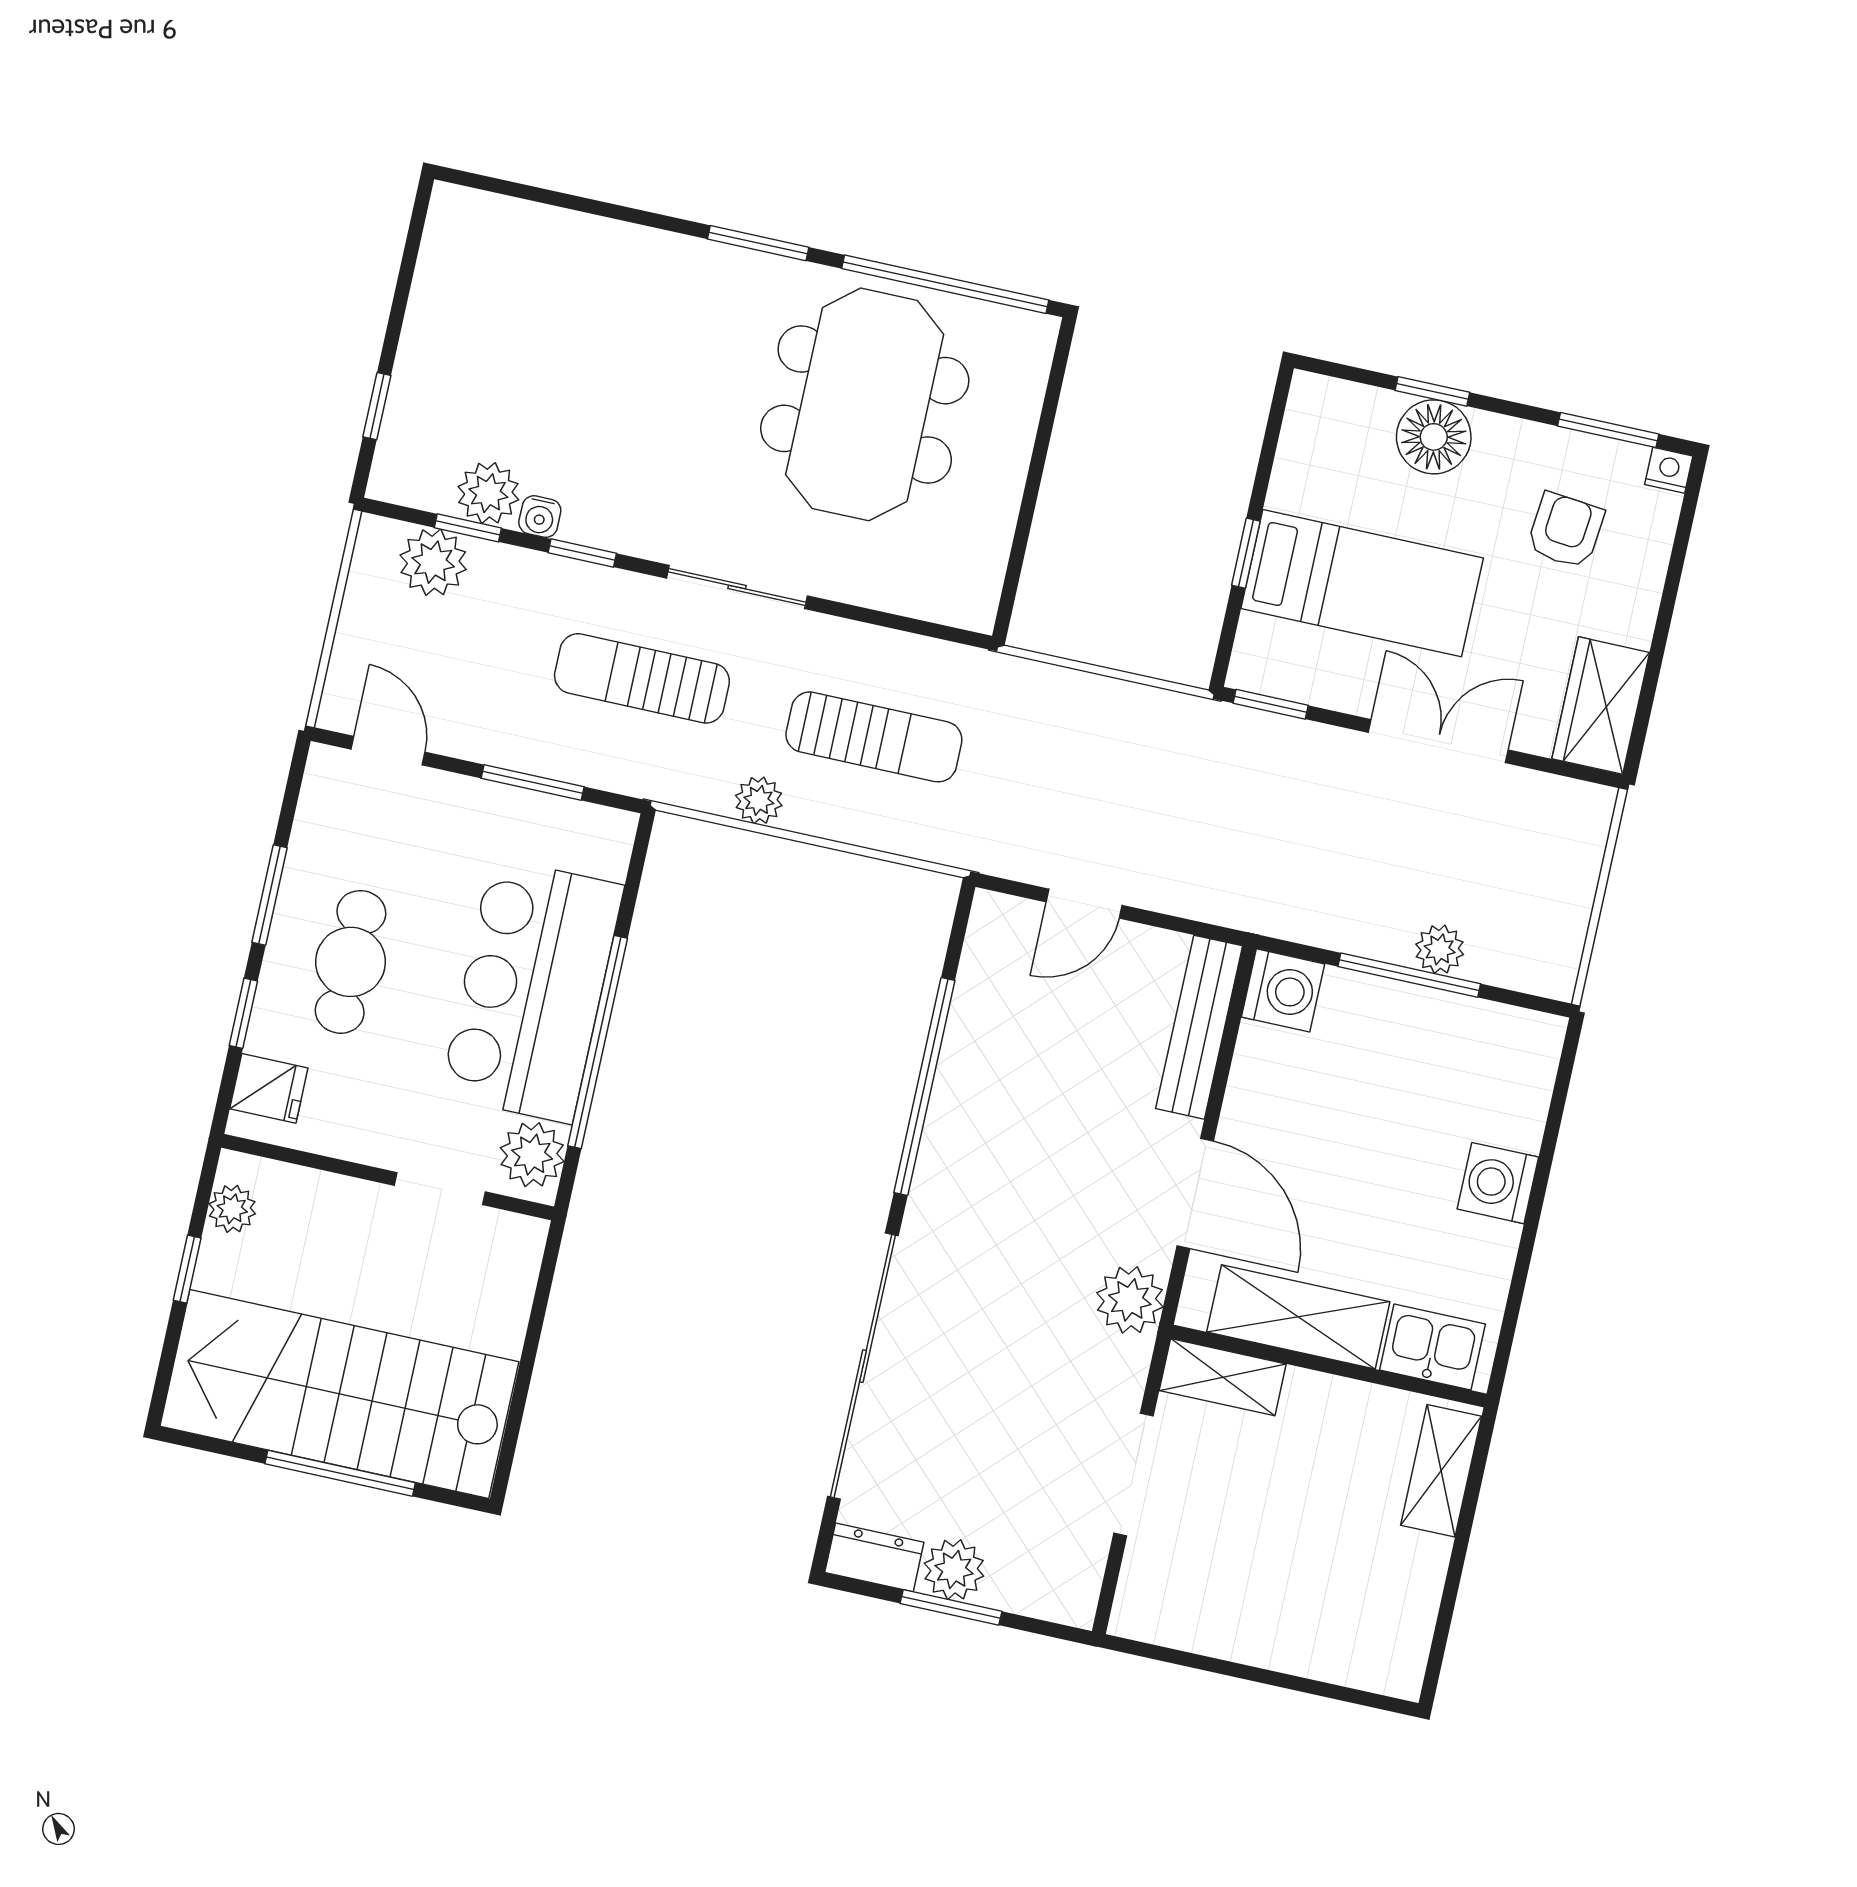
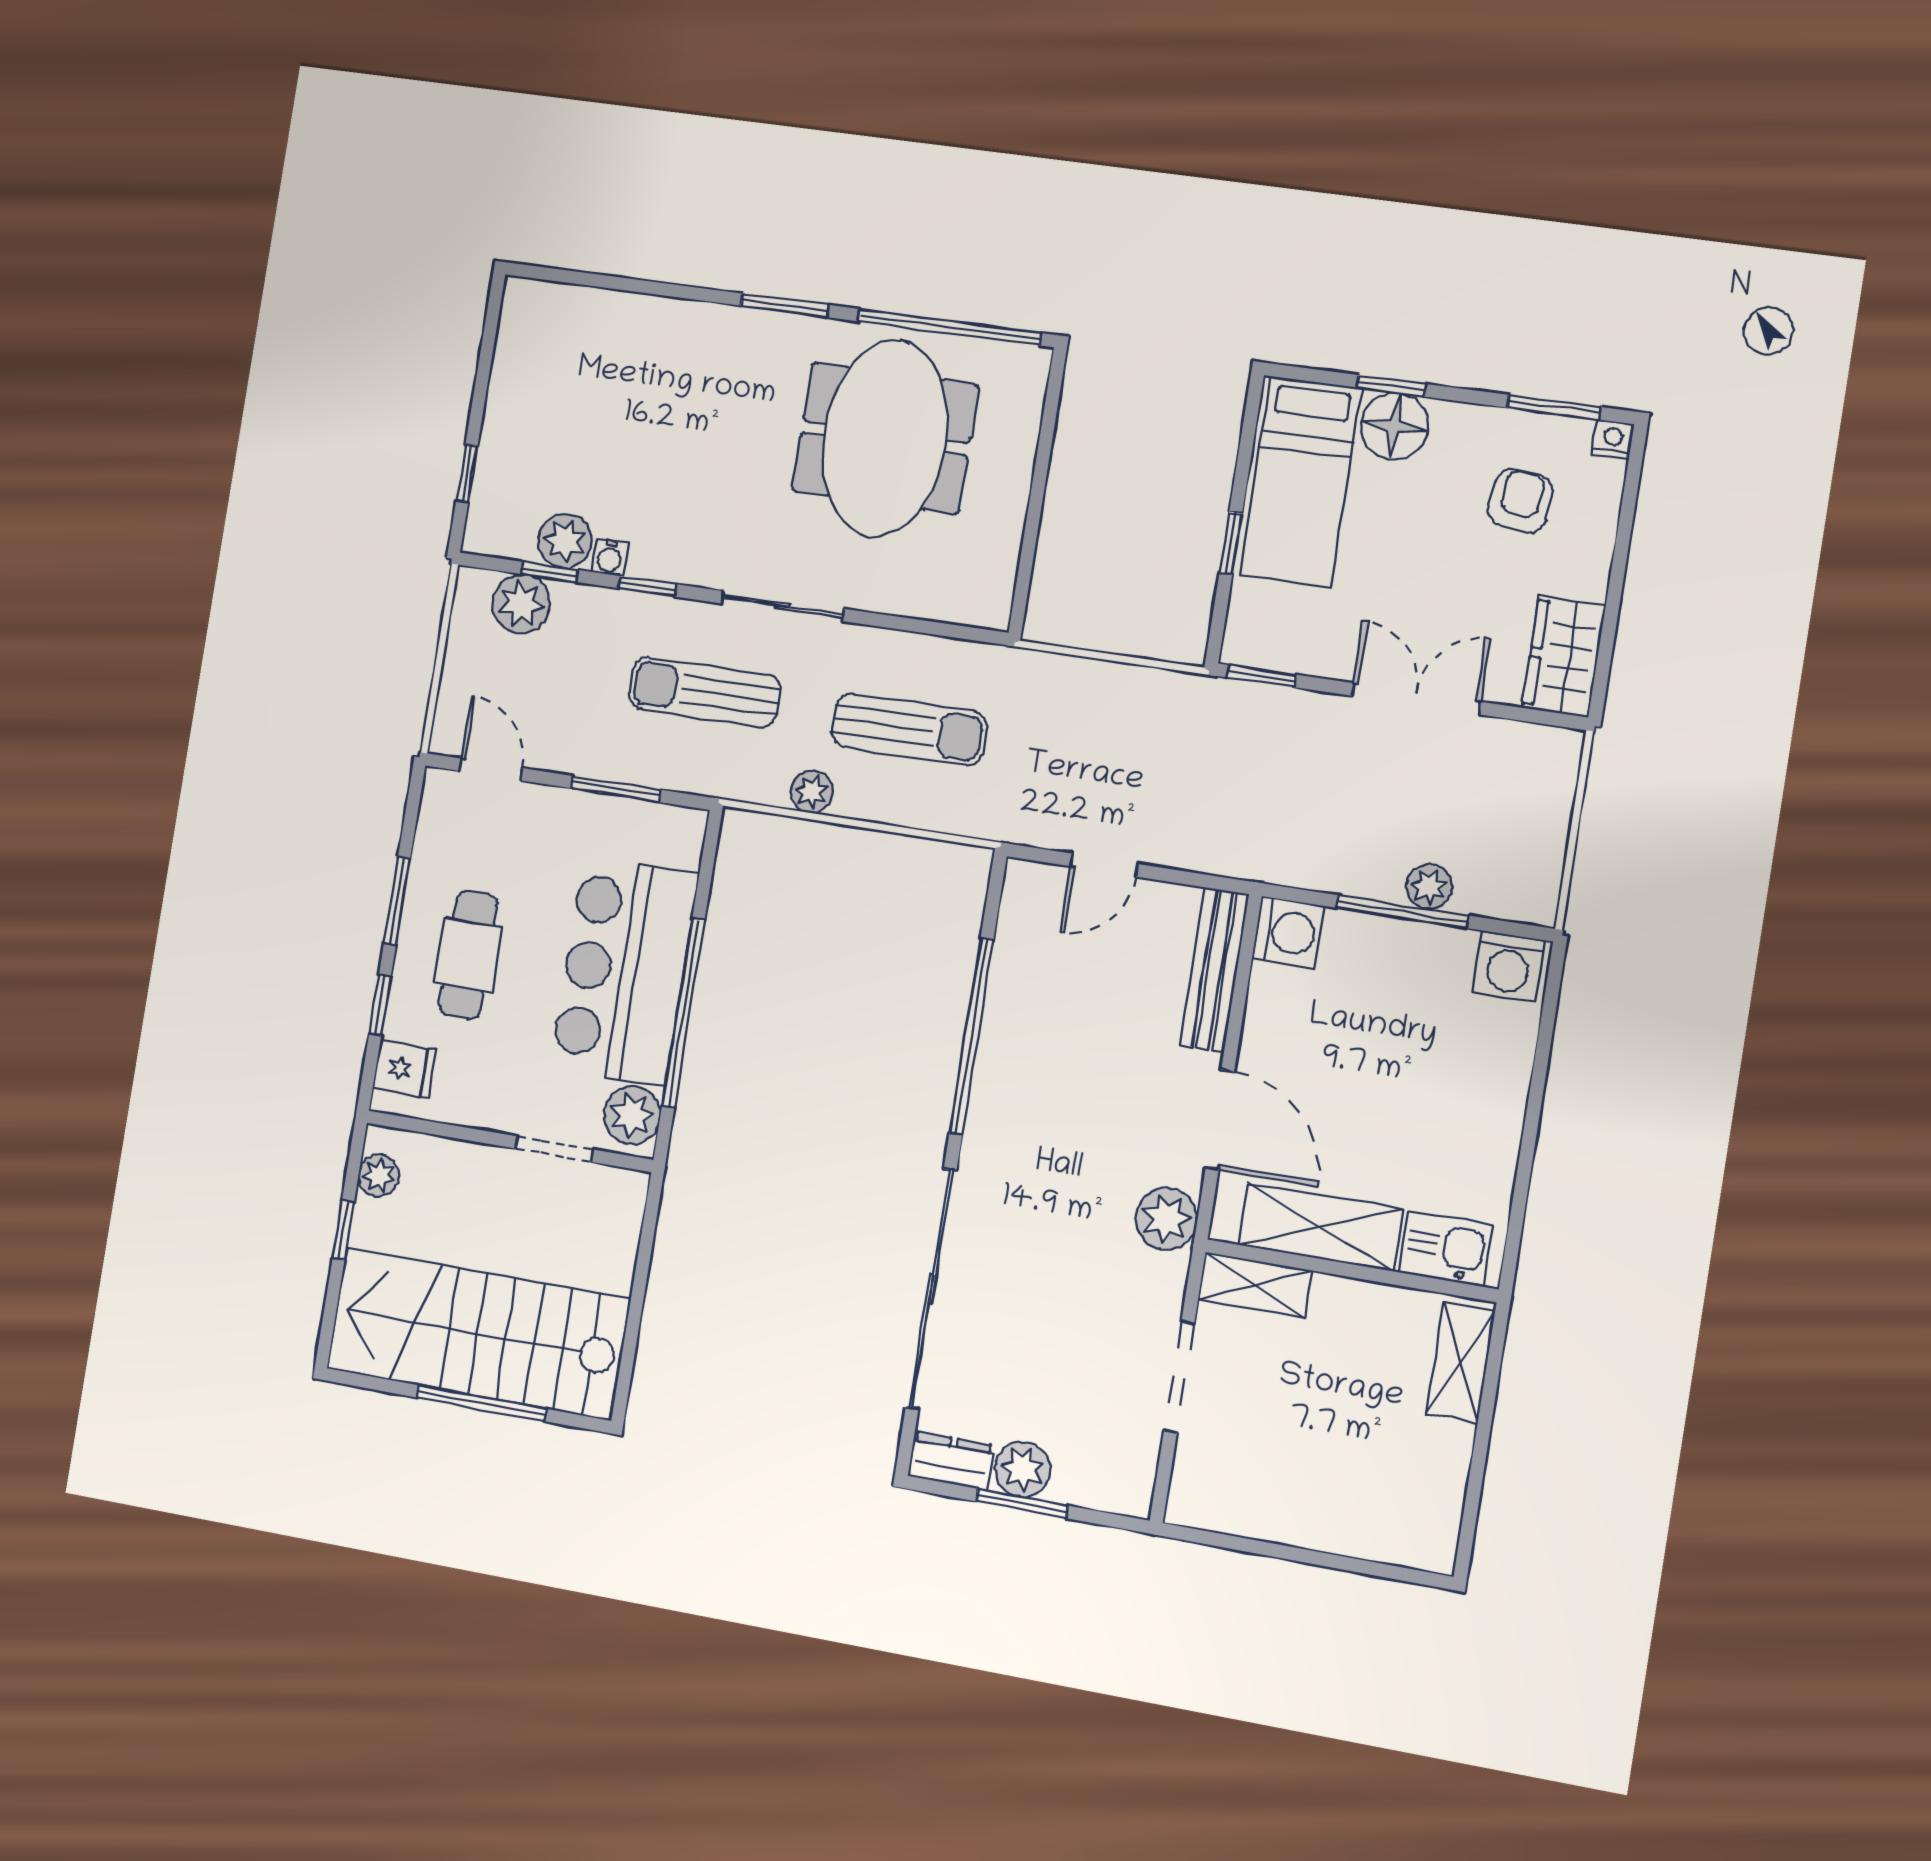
bed: (1362, 583) -> (1301, 482), moved, turned 90
washing machine: (1498, 1183) -> (1508, 966), moved, turned -90

